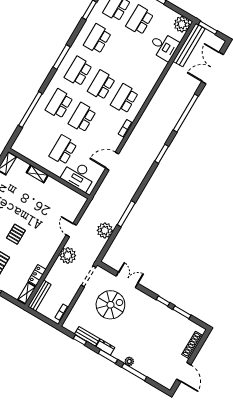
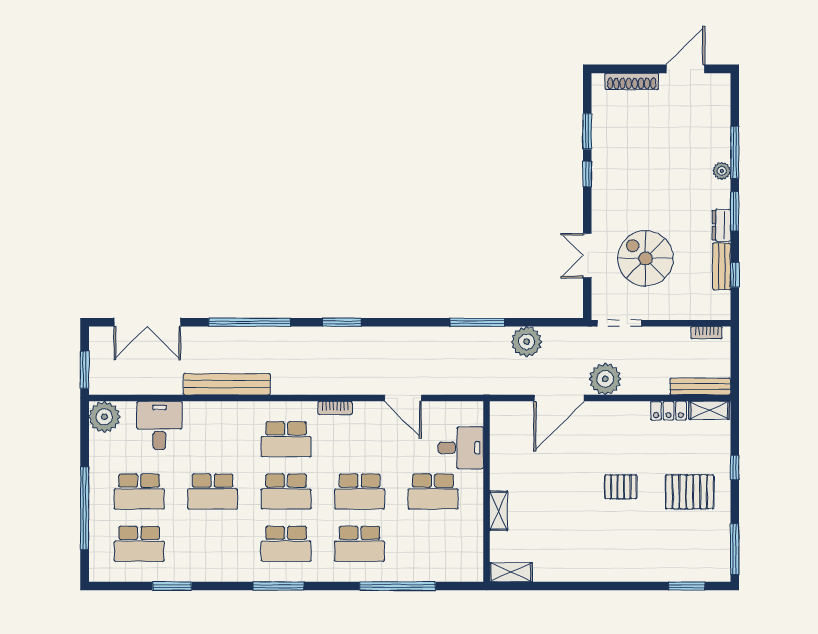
school desk: (98, 39) -> (213, 492), moved
bench: (189, 45) -> (227, 384), moved
desk: (79, 176) -> (461, 448), width x0.73
door: (71, 230) -> (559, 398), width x1.87

